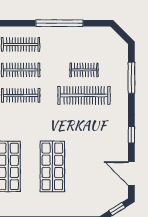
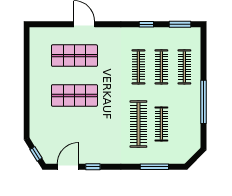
clothes rail: (84, 70) -> (161, 124), width x1.36
window: (131, 135) -> (93, 167), moved

